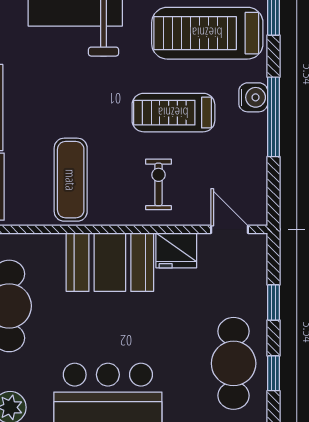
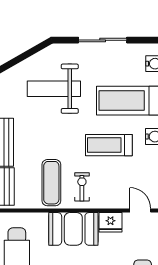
exercise bike: (158, 184) -> (82, 187), moved

